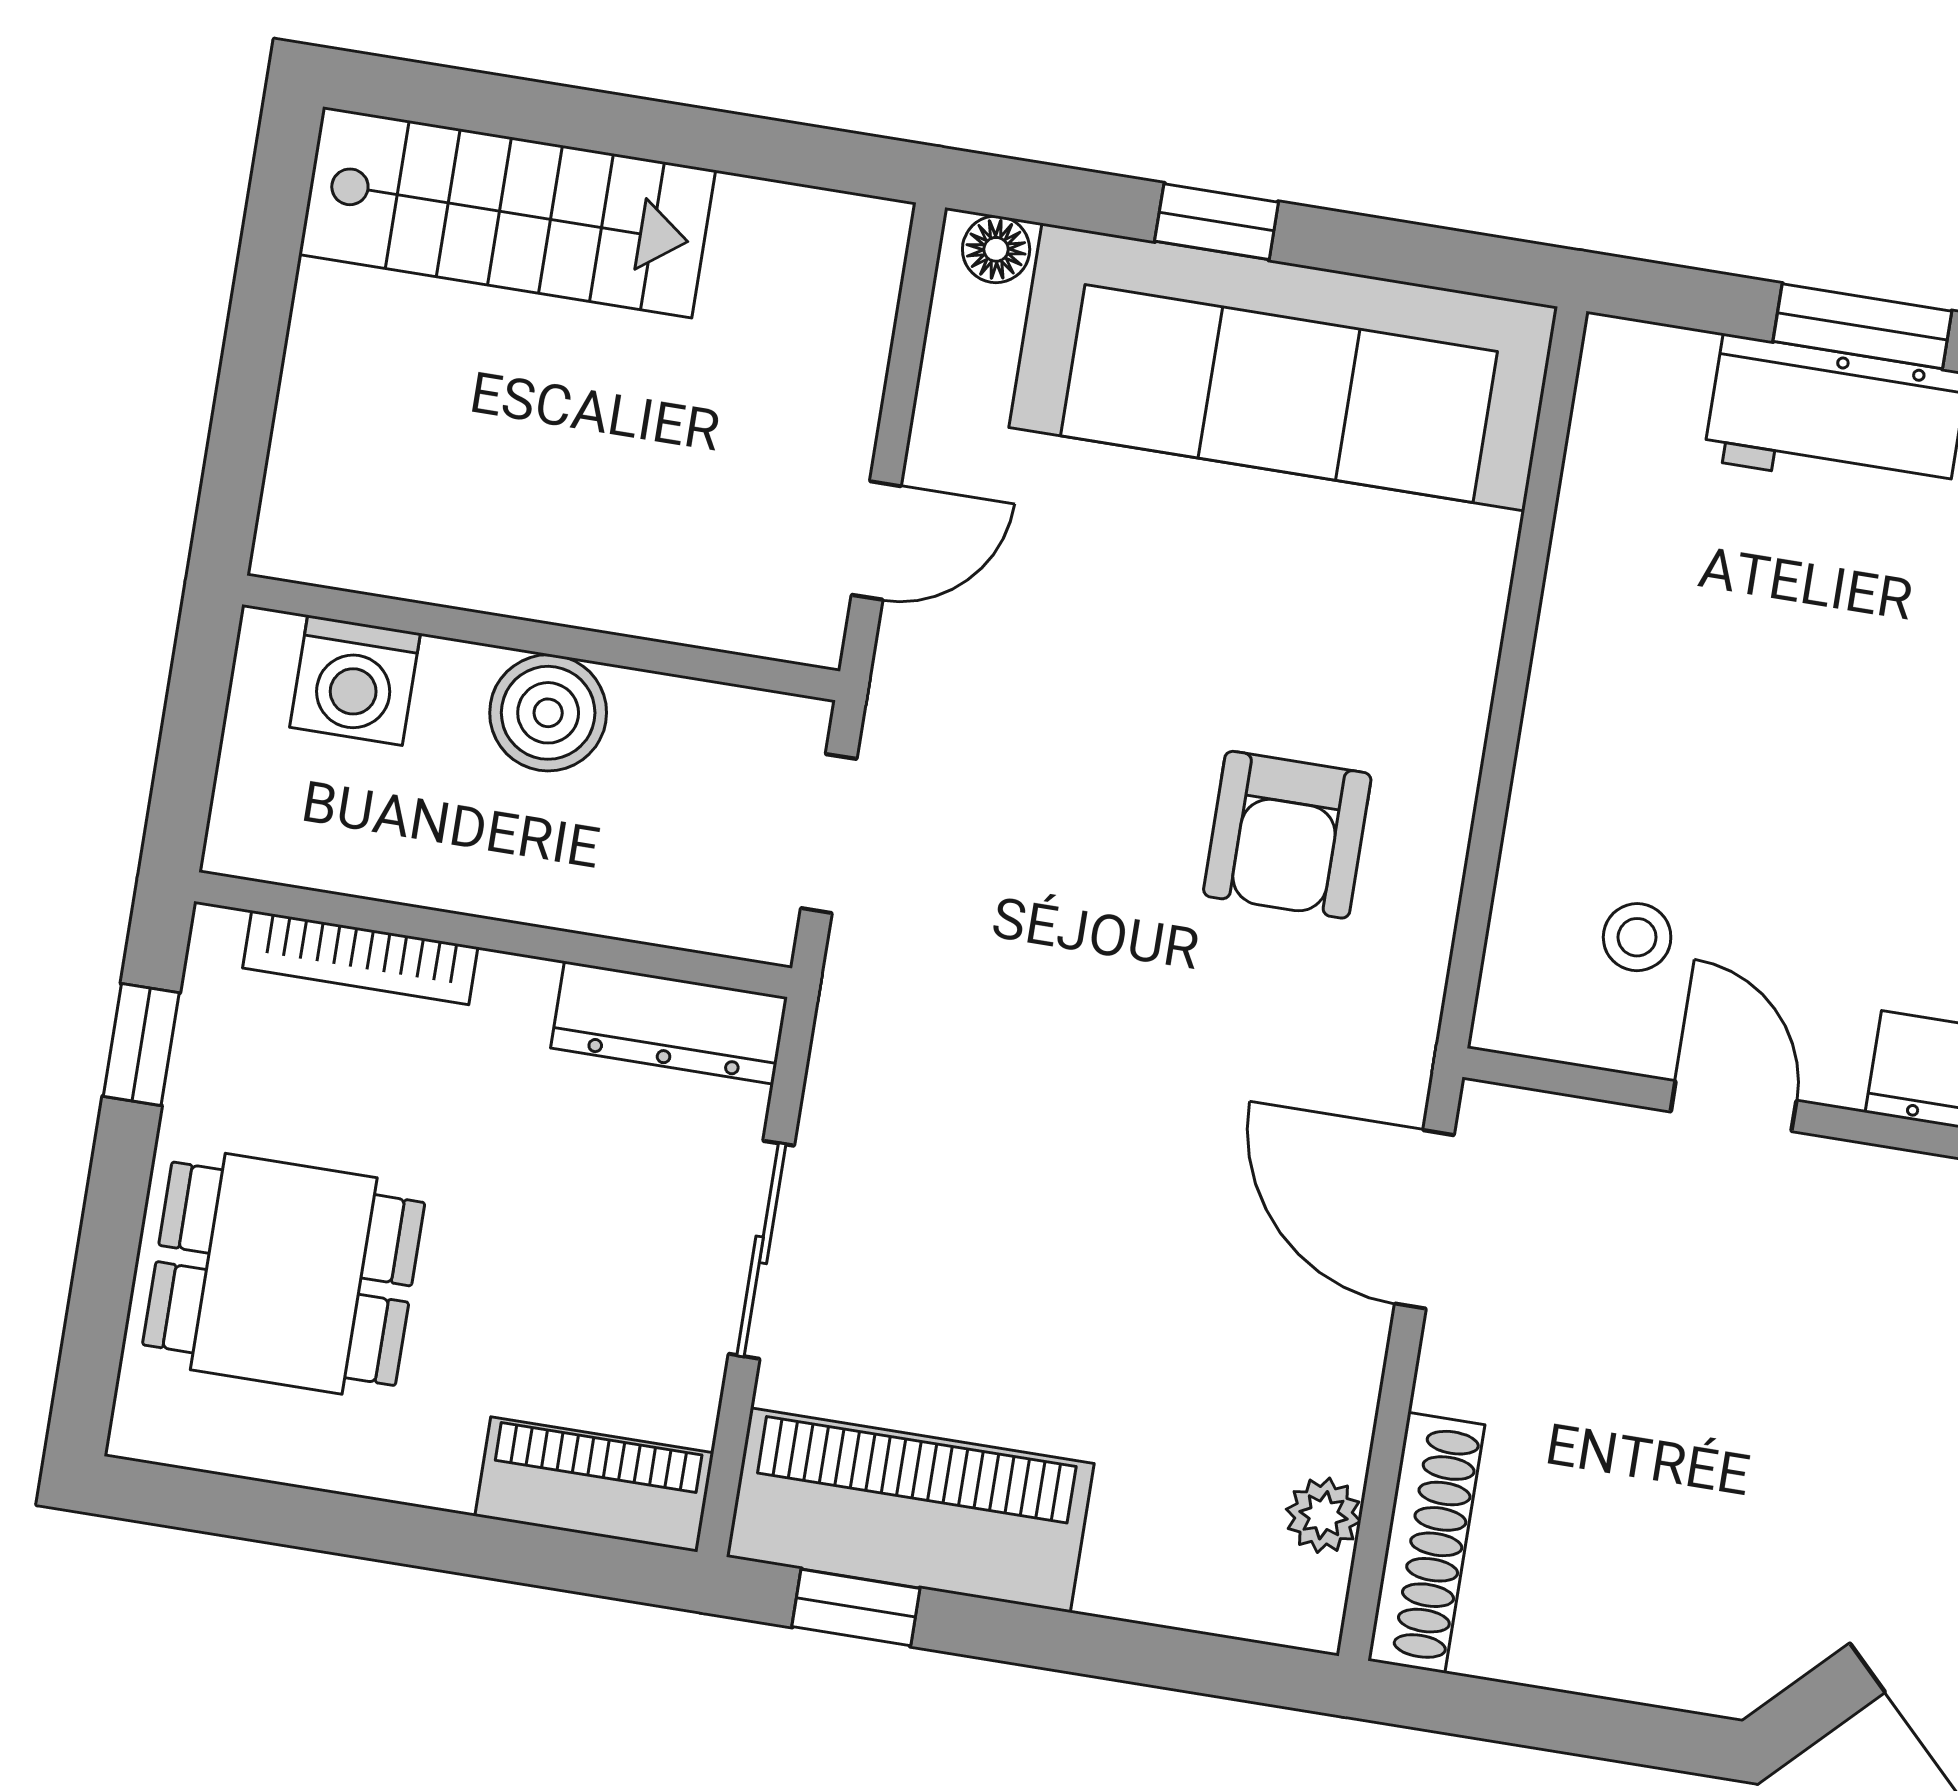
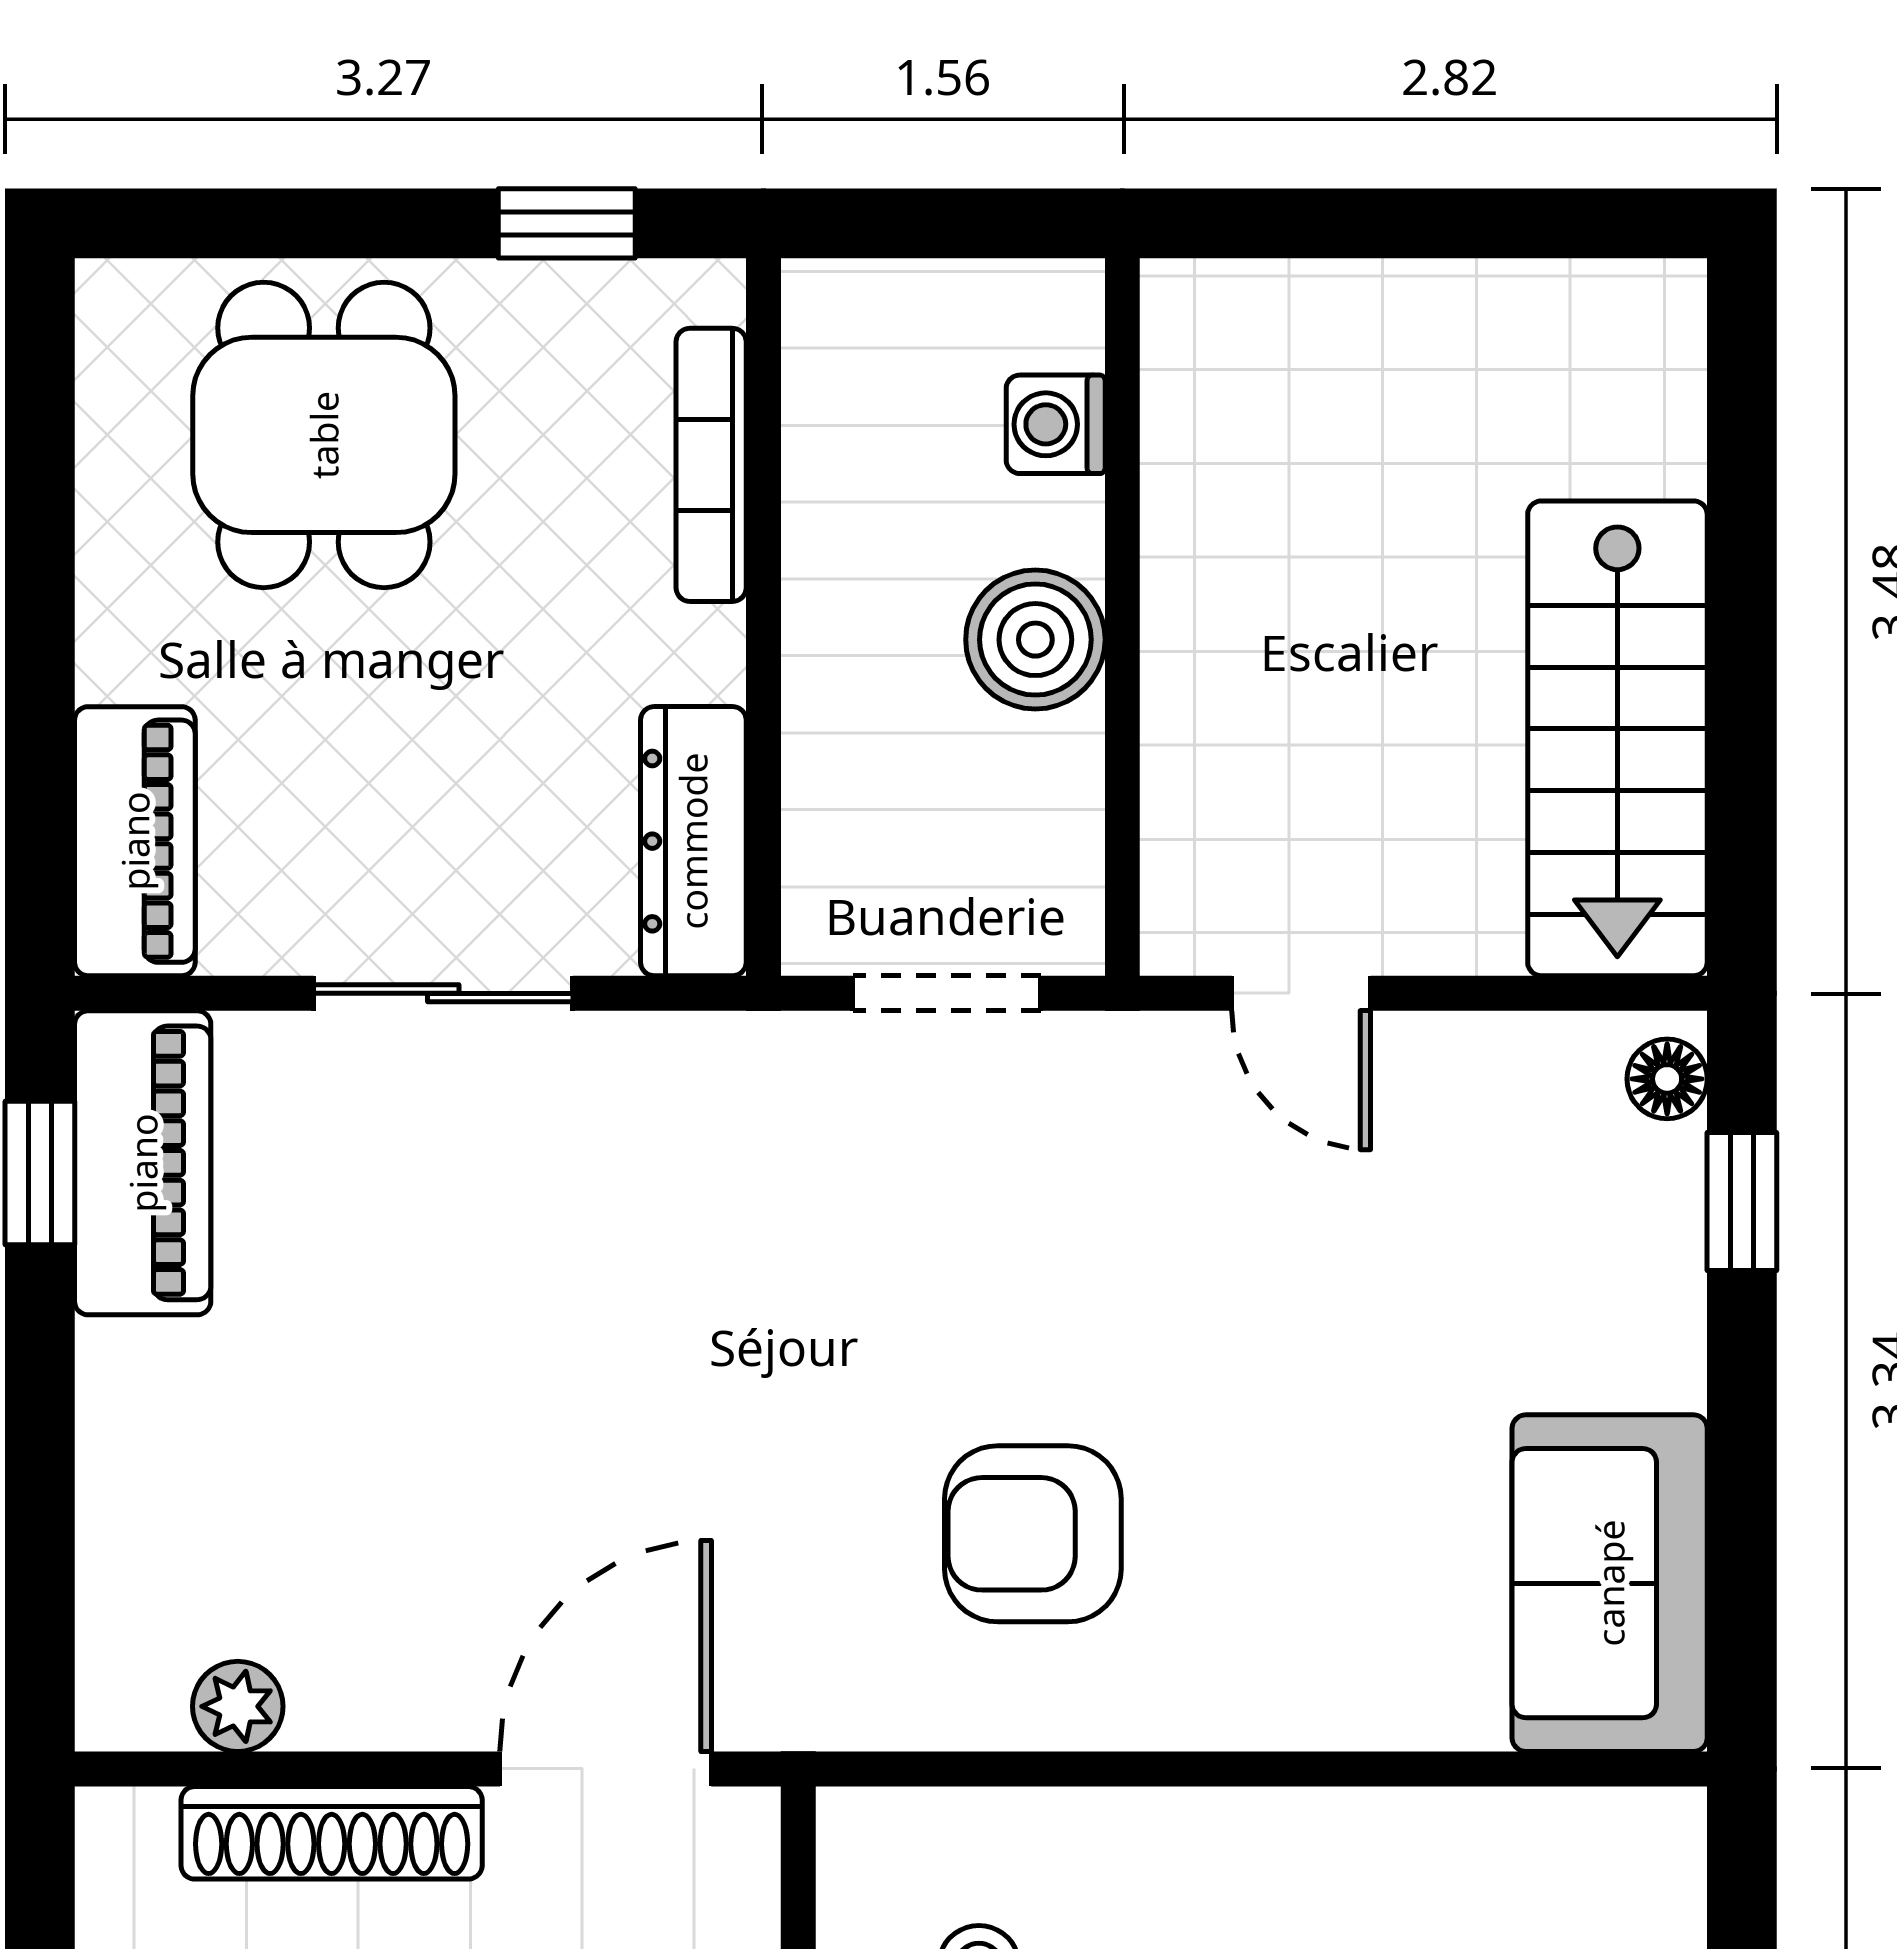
stairs: (507, 212) -> (1617, 738), moved
window: (1217, 222) -> (1742, 1201), moved
sofa: (1283, 367) -> (1610, 1583), width x0.54, depth x0.79
washing machine: (355, 680) -> (1056, 424), width x0.73, depth x0.73
piano: (910, 1510) -> (143, 1163), width x0.73, depth x0.75
shoe rack: (1426, 1543) -> (332, 1833), moved

